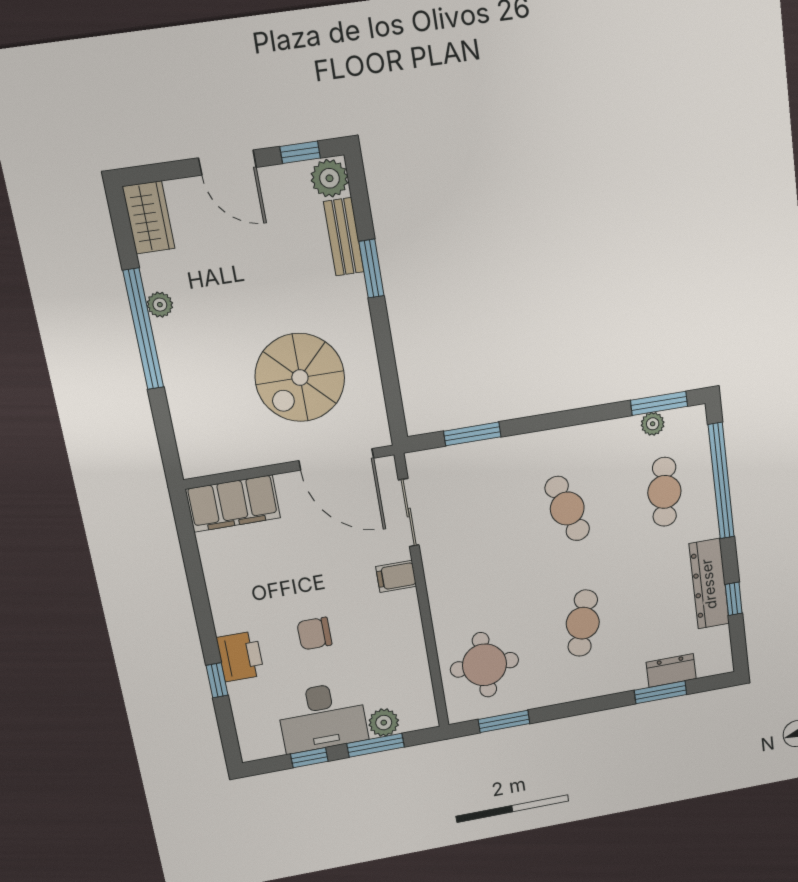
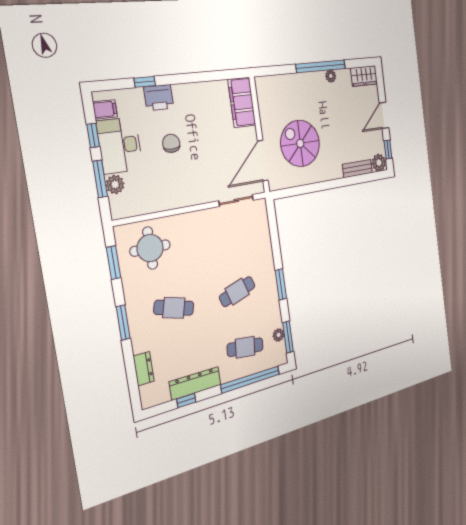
window: (371, 269) -> (345, 182), removed
window: (472, 434) -> (281, 284), moved
filing cabinet: (396, 576) -> (105, 109), moved, turned 90
window: (661, 692) -> (123, 323), moved

